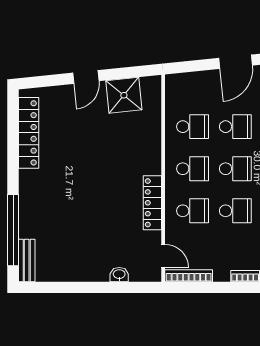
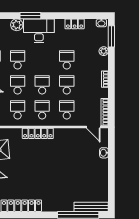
locker: (152, 203) -> (38, 133), moved
door: (163, 256) -> (93, 127), swing flipped
bench: (27, 260) -> (91, 207), width x1.36

